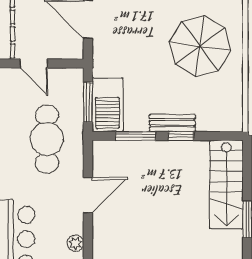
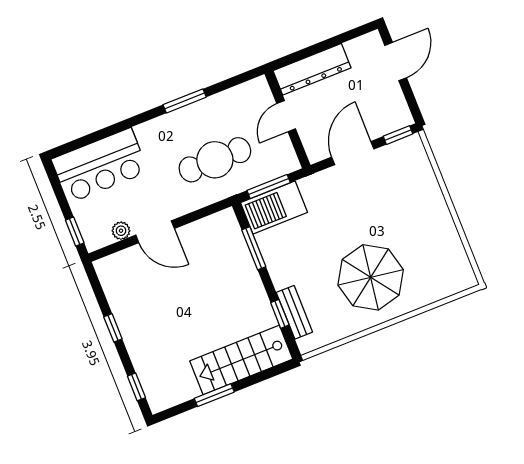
bench: (172, 123) -> (294, 312), moved
window: (181, 136) -> (280, 314), moved
door: (88, 195) -> (155, 232), moved

